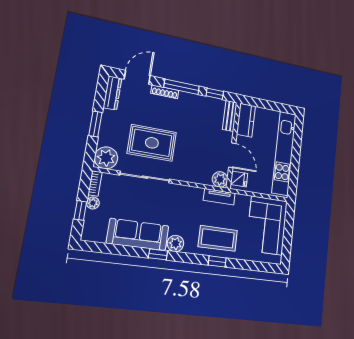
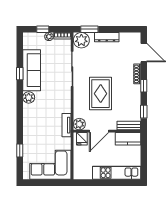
window: (182, 87) -> (144, 86), width x0.46
dresser: (112, 93) -> (107, 37), moved
window: (95, 124) -> (89, 29), moved
rug: (152, 143) -> (101, 94), moved
kitchen unit: (284, 153) -> (117, 173), width x0.73
coffee table: (218, 238) -> (36, 128), removed
window: (158, 254) -> (20, 74), moved
window: (217, 261) -> (20, 150), moved

